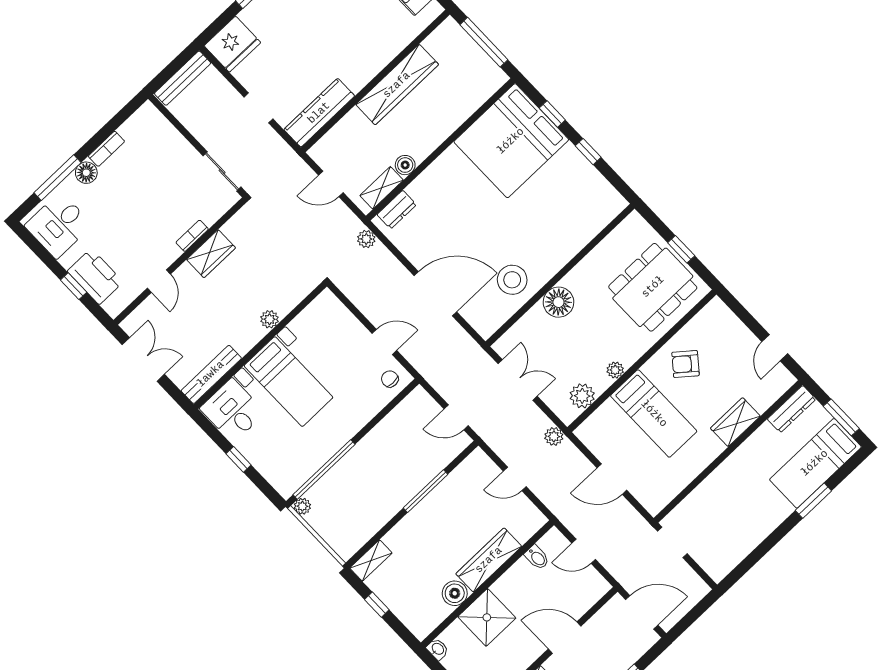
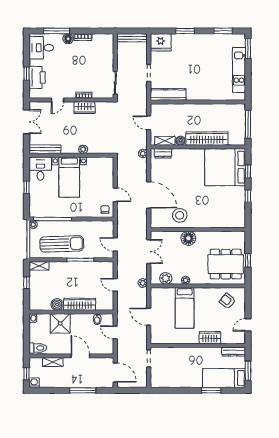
wardrobe: (397, 85) -> (207, 139), moved, turned 180
armchair: (685, 364) -> (227, 301), moved
sun lounger: (374, 494) -> (62, 244), added

